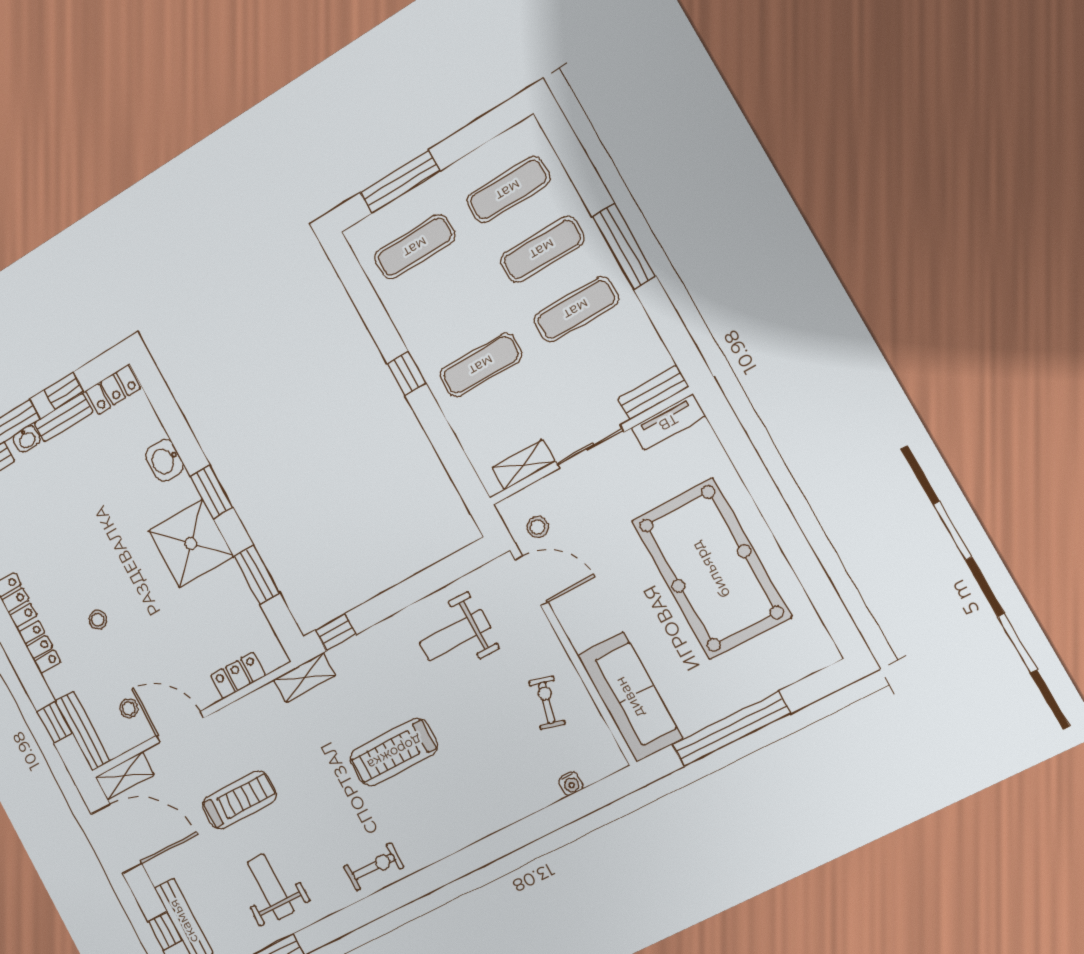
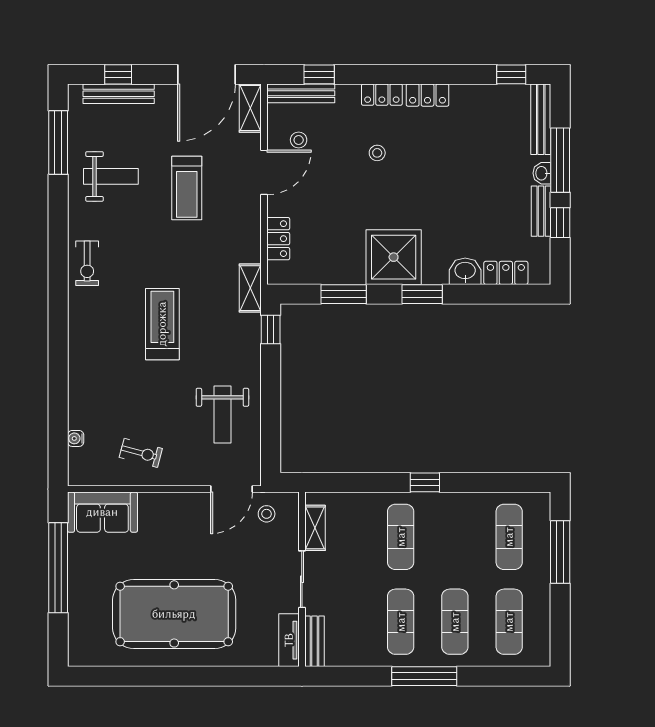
locker: (113, 390) -> (506, 273), moved, turned 90
weight bench: (455, 635) -> (222, 414), turned 180
sofa: (630, 697) -> (102, 512), width x0.73

